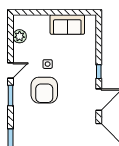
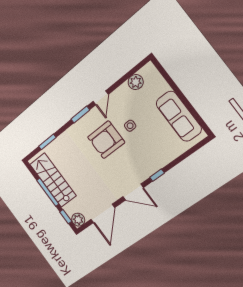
sofa: (67, 24) -> (179, 116), width x1.36
door: (10, 70) -> (101, 98), hinge flipped

